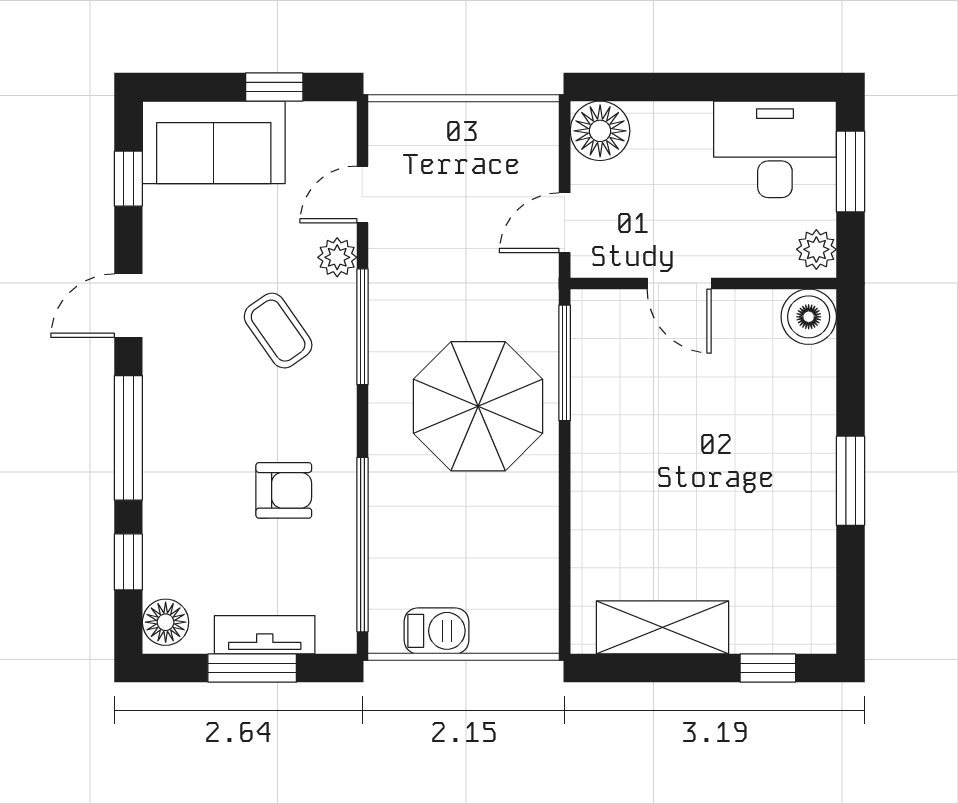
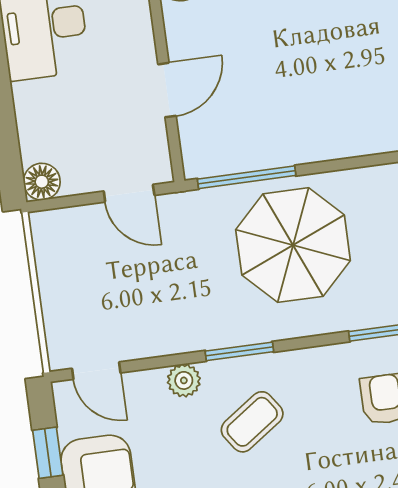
floor lamp: (600, 131) -> (42, 182), width x0.73, depth x0.73
door: (362, 194) -> (96, 371), moved
window: (362, 327) -> (239, 351), width x0.69

